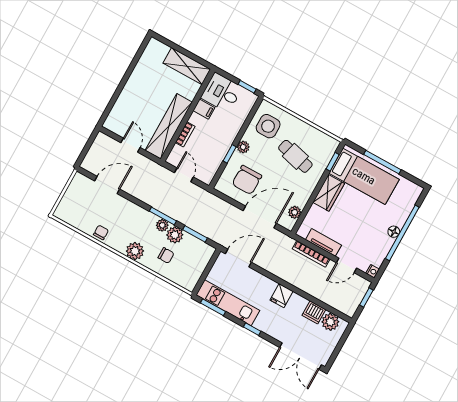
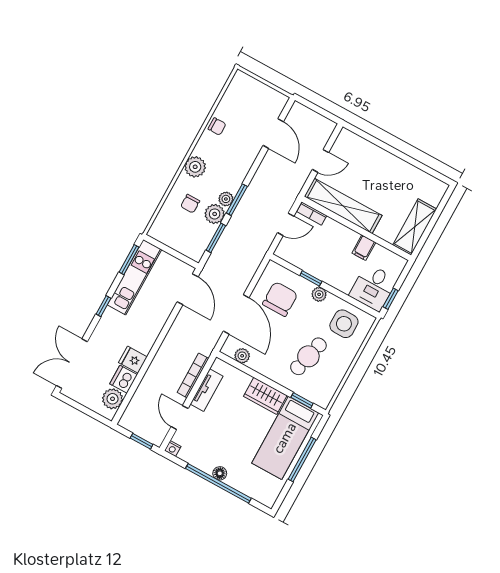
desk: (222, 93) -> (373, 287), moved, turned 180
bookcase: (185, 134) -> (312, 214), moved
chair: (247, 180) -> (280, 299), turned 90
fridge: (281, 296) -> (133, 360), moved

